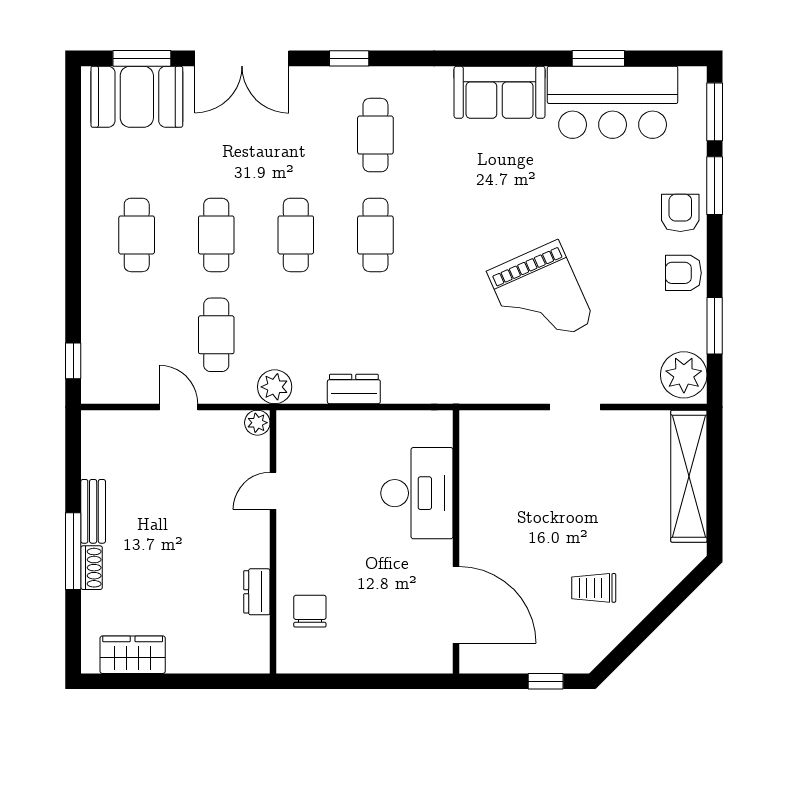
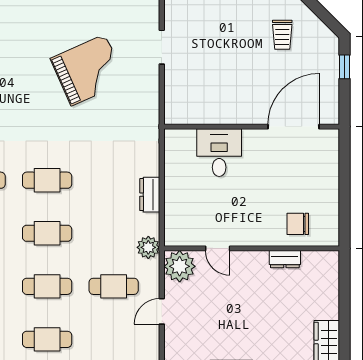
plant: (257, 423) -> (180, 266), width x1.88, depth x1.88
desk: (417, 493) -> (219, 153), width x0.73

